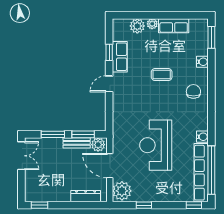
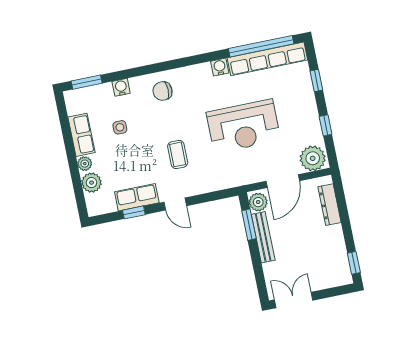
side table: (173, 55) -> (120, 127), added
coffee table: (162, 75) -> (178, 154), moved
window: (53, 134) -> (257, 264), removed
bench: (77, 143) -> (263, 237), width x1.36
window: (194, 205) -> (316, 81), moved

